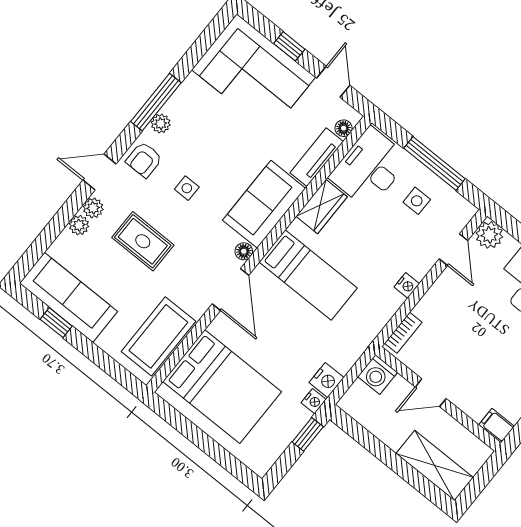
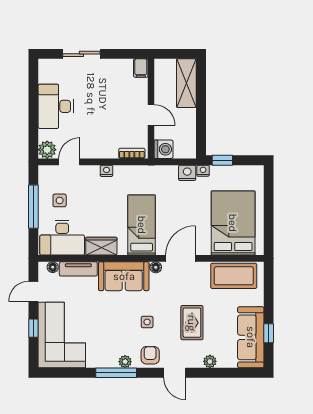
armchair: (144, 160) -> (150, 355), turned -90
plant: (93, 208) -> (195, 361), removed

